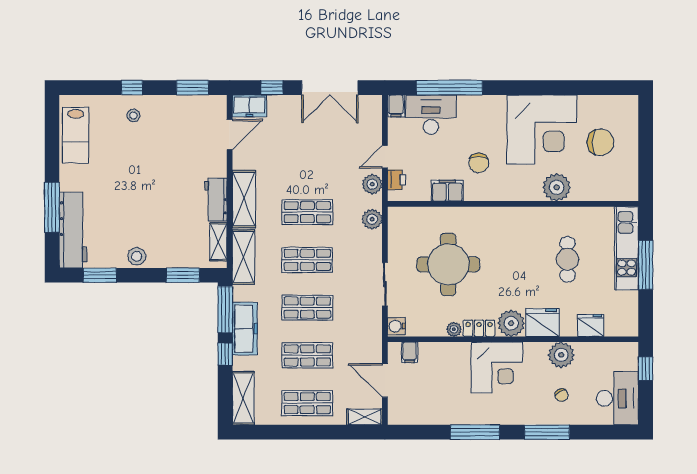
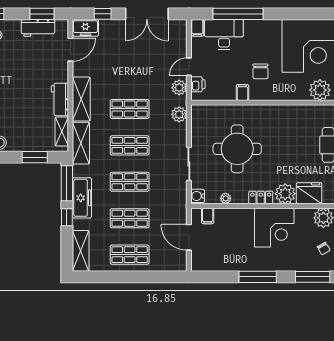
workbench: (187, 106) -> (38, 28), added
filing cabinet: (447, 191) -> (243, 93), width x0.50
plant: (454, 329) -> (226, 198), moved
shelving: (365, 417) -> (173, 265), removed

